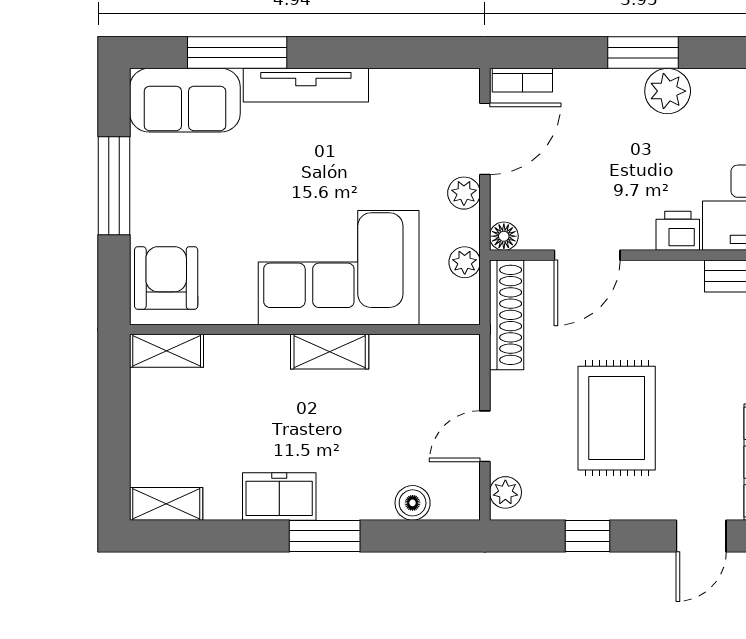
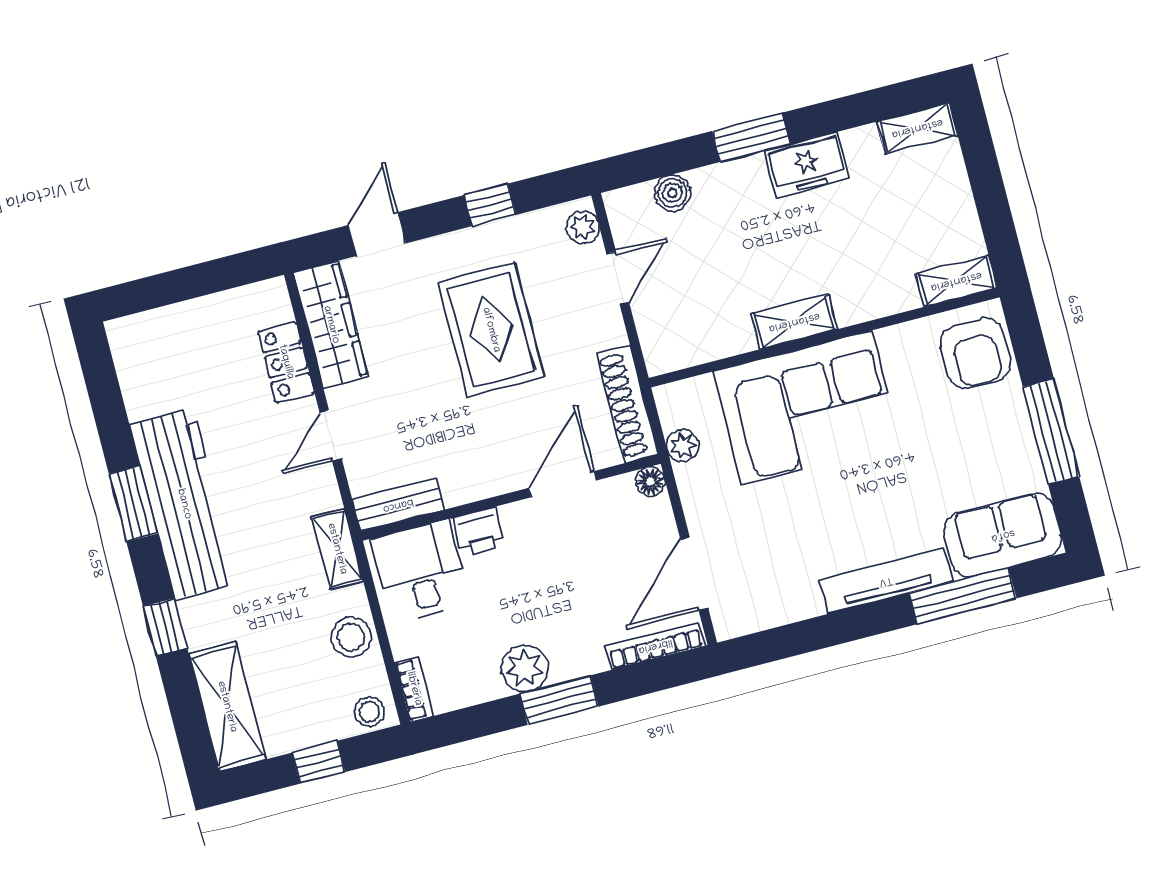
bookcase: (522, 80) -> (655, 646), width x1.56
plant: (464, 193) -> (701, 514), removed

